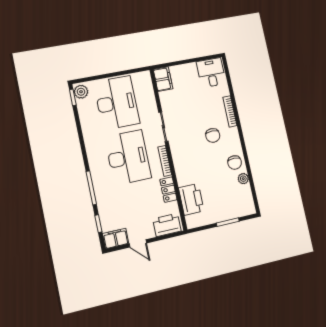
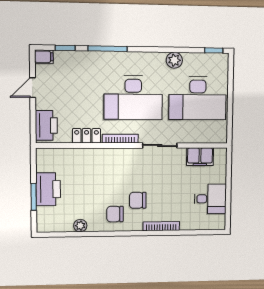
desk: (211, 73) -> (210, 199), moved
filing cabinet: (163, 79) -> (200, 157), moved
plant: (81, 92) -> (174, 60), moved
chair: (235, 163) -> (115, 214), moved
printer: (191, 199) -> (48, 189), moved, turned -90
filing cabinet: (116, 238) -> (44, 57), width x0.50

